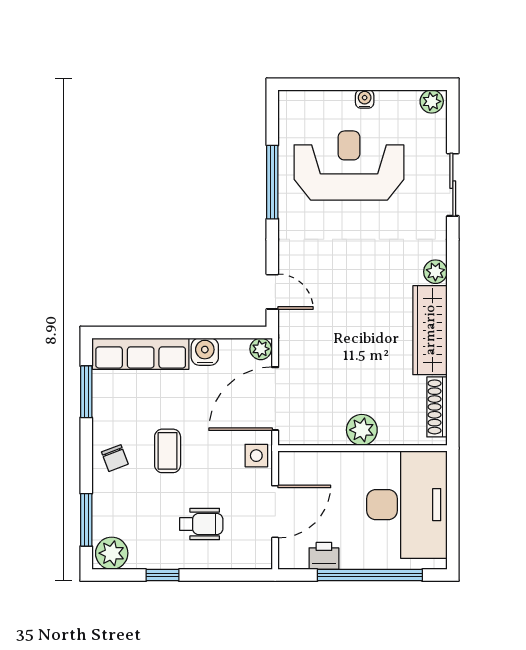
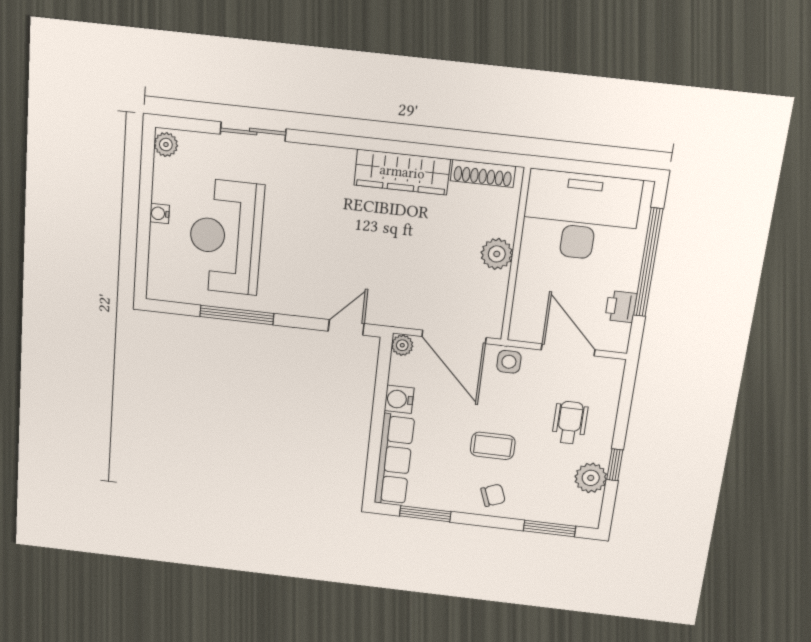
plant: (435, 272) -> (342, 160), removed
plant: (112, 553) -> (591, 478), moved

